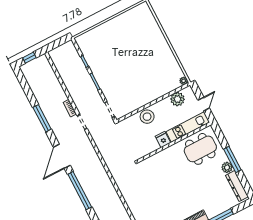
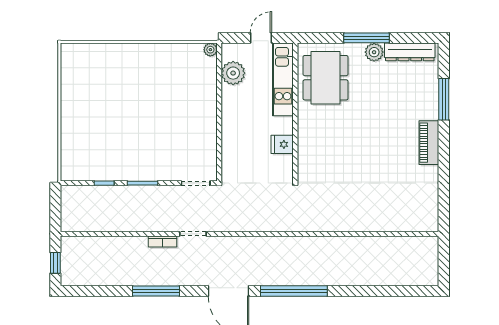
door: (204, 104) -> (261, 38), hinge flipped
stool: (147, 117) -> (236, 132), removed
fridge: (163, 139) -> (282, 144), moved

